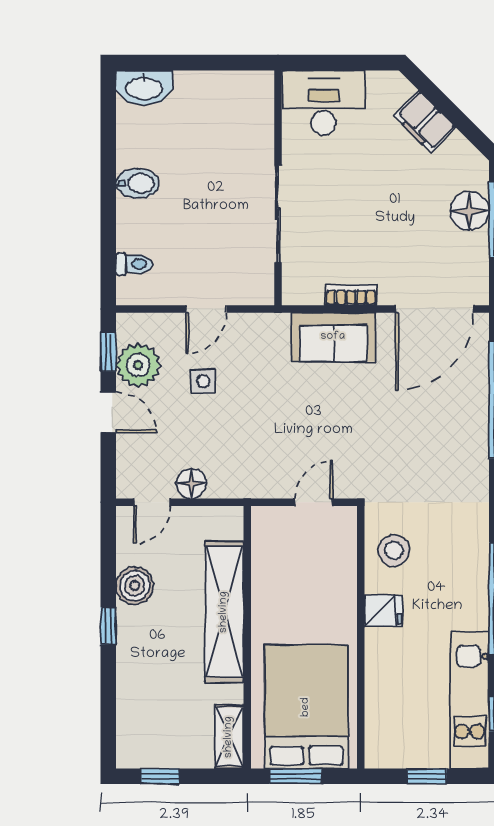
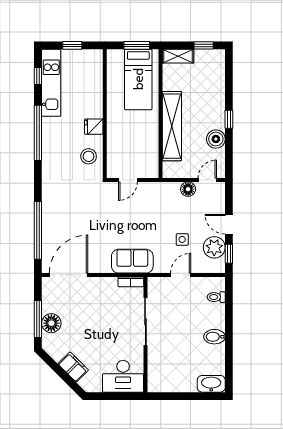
bookcase: (351, 295) -> (131, 282), moved
sofa: (333, 337) -> (132, 261), moved
bed: (306, 707) -> (138, 79), width x0.67
shelving: (229, 737) -> (178, 56), moved, turned 90

